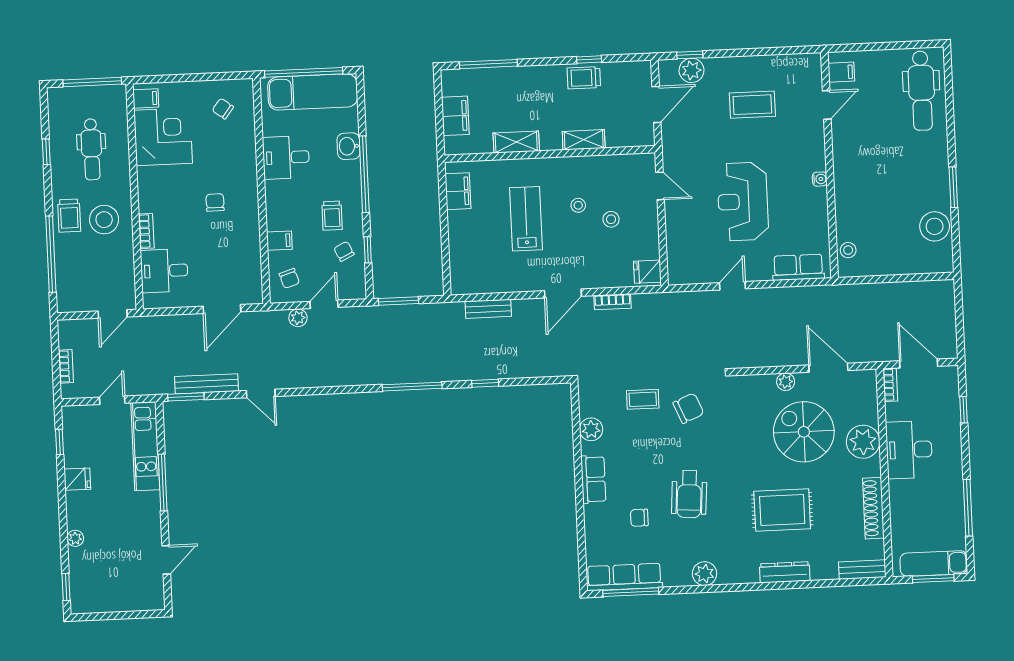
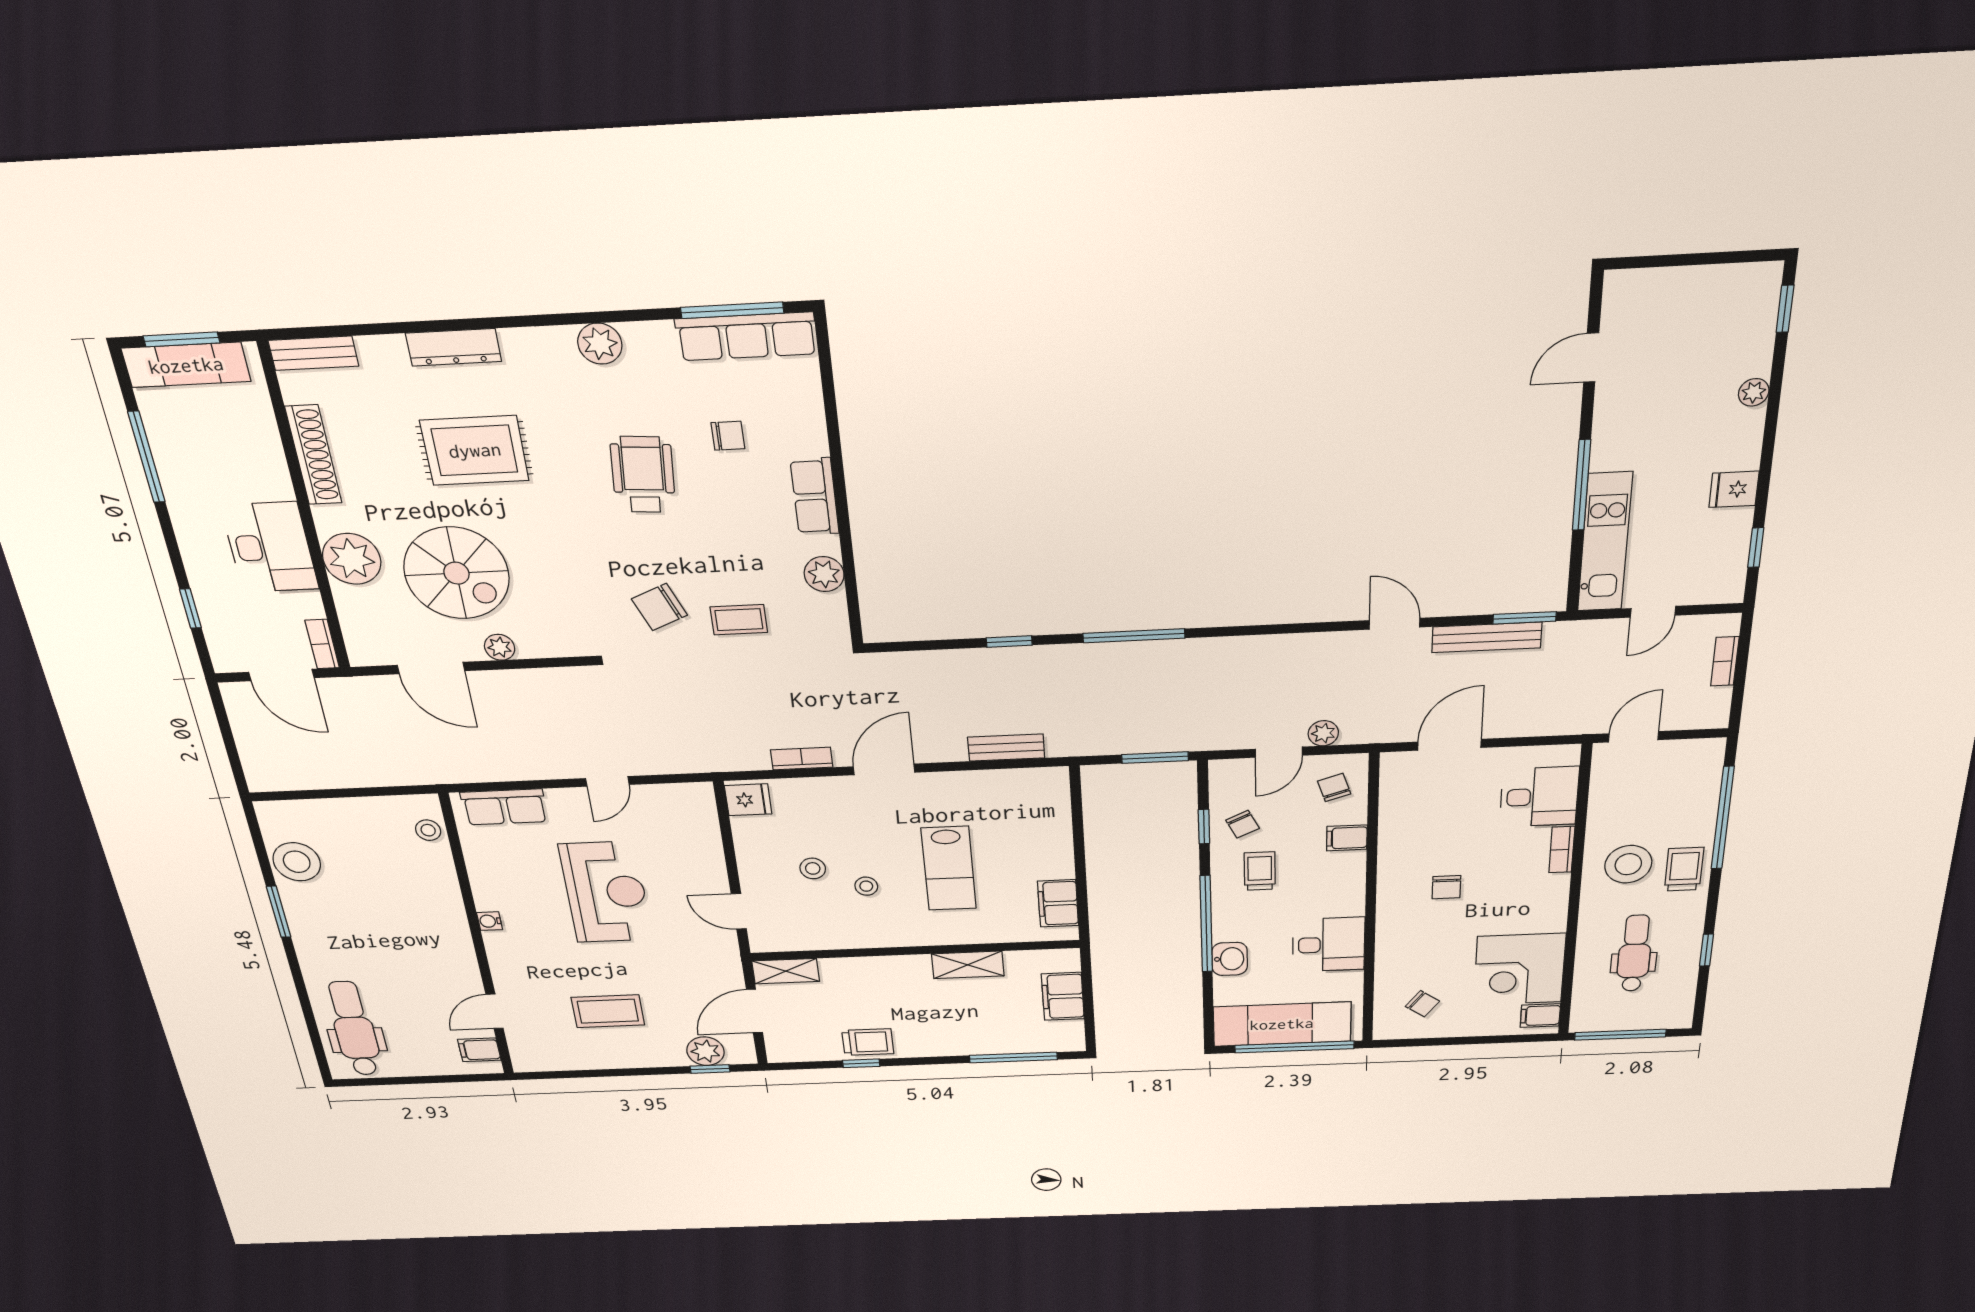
shelving: (584, 140) -> (786, 971), moved

